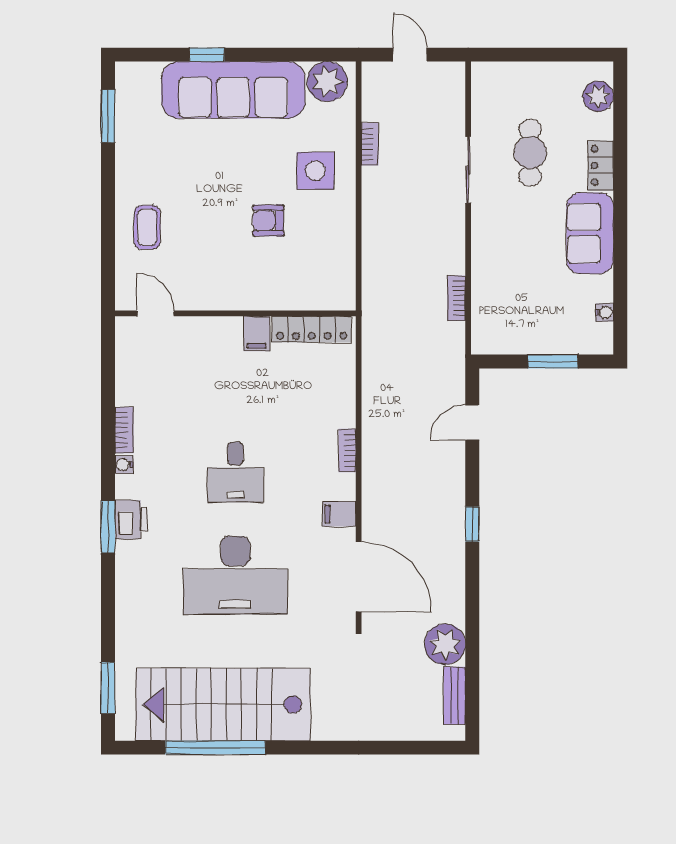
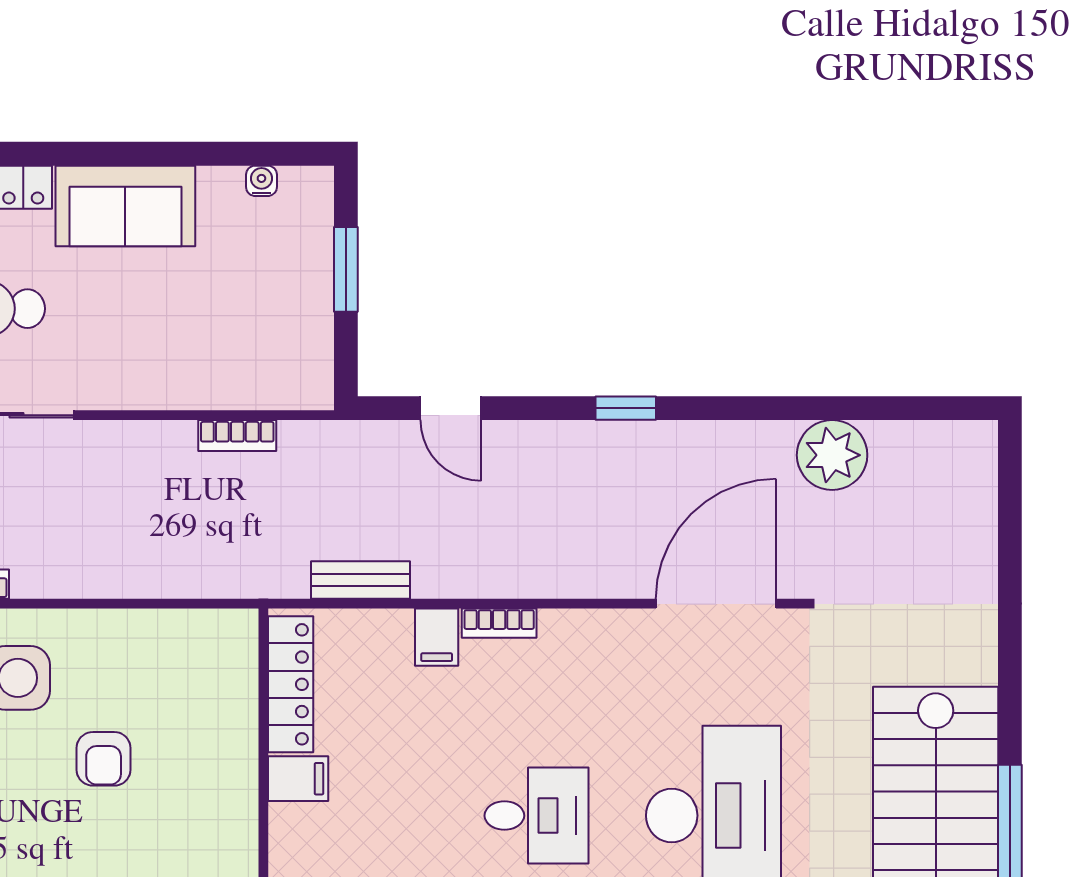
filing cabinet: (339, 514) -> (437, 637), moved
bench: (455, 696) -> (360, 580), moved

